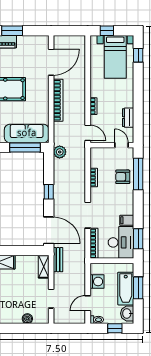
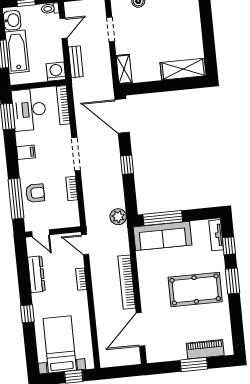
window: (138, 55) -> (27, 314), moved
dresser: (128, 118) -> (36, 274), width x1.44
doorway: (88, 215) -> (76, 154), moved
filing cabinet: (127, 220) -> (26, 152), moved
bench: (58, 260) -> (76, 62), moved
washing machine: (97, 281) -> (56, 72), moved, turned 90

